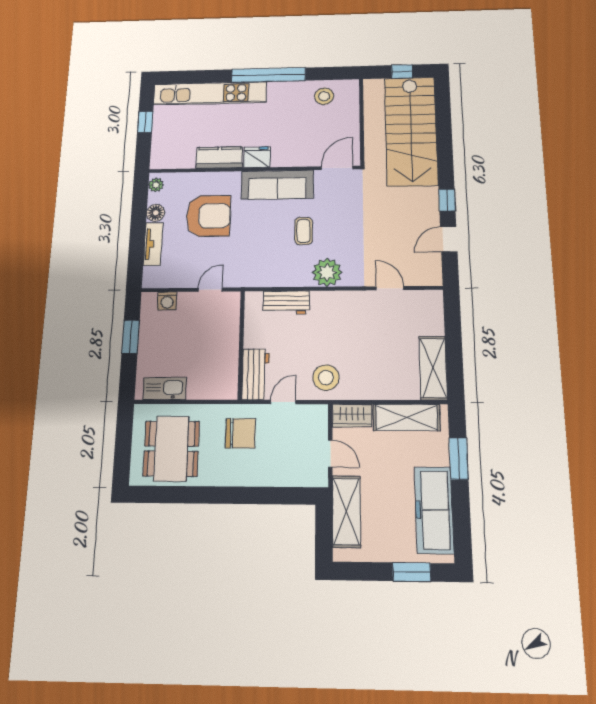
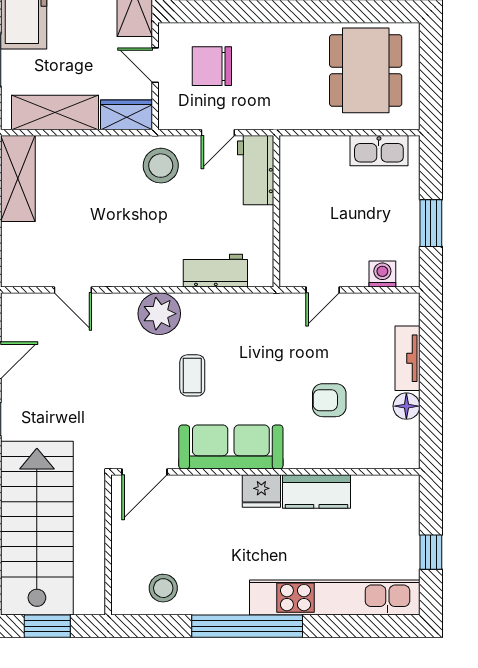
window: (402, 71) -> (47, 626), width x1.50
plant: (156, 185) -> (409, 450), removed
armchair: (208, 216) -> (329, 400), width x0.53, depth x0.53
chair: (240, 433) -> (212, 66), moved

